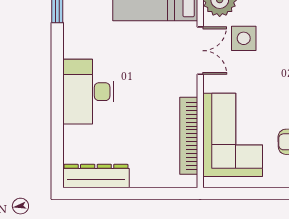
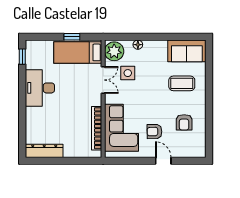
desk: (88, 92) -> (40, 88), moved

